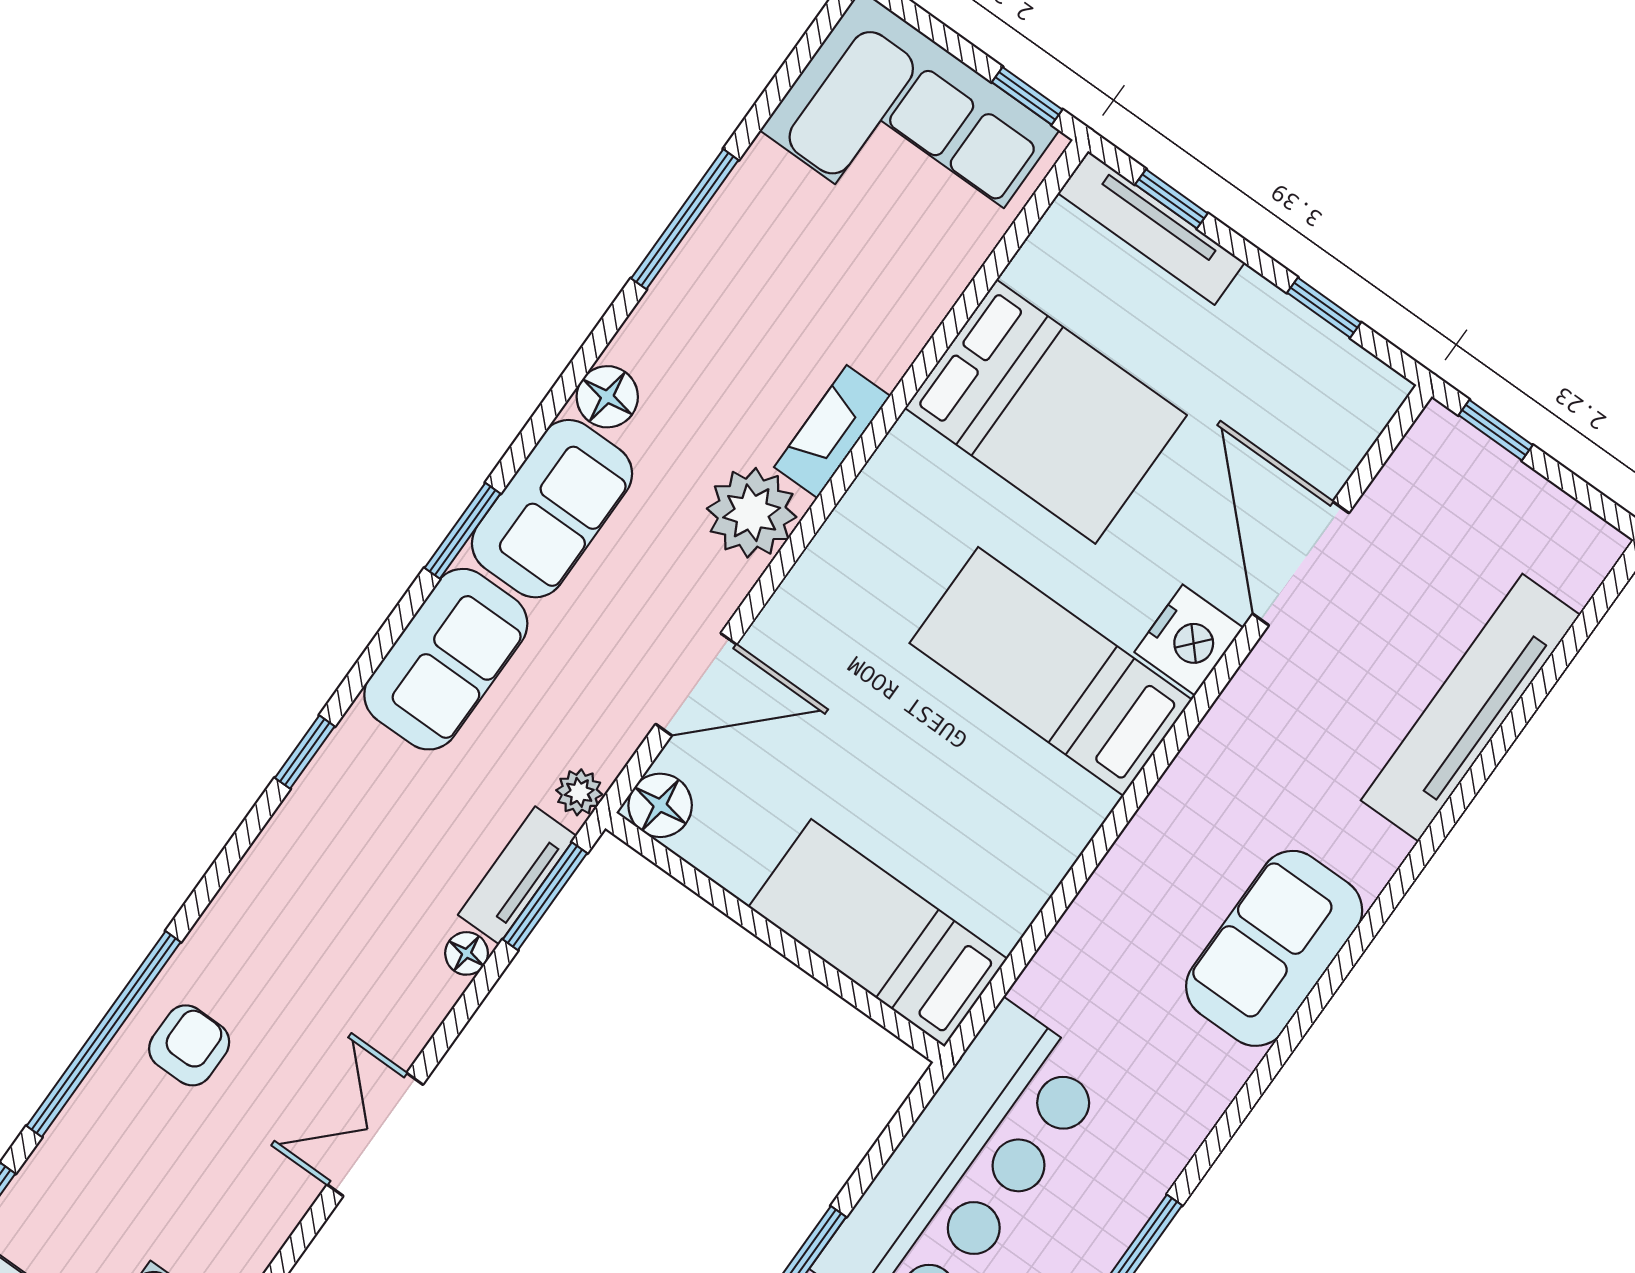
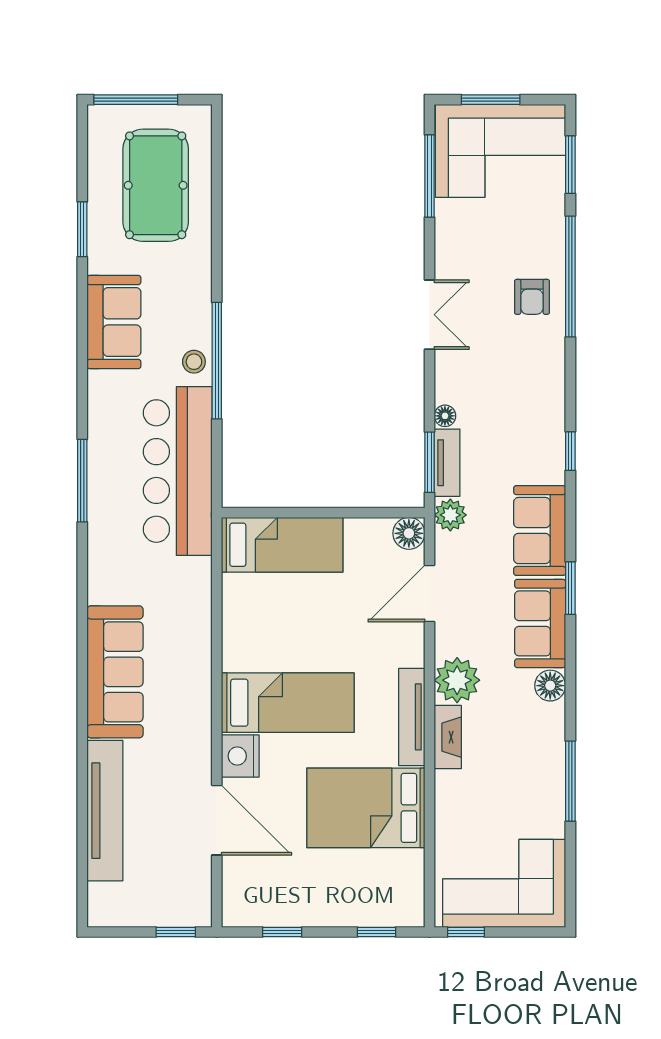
tv unit: (1151, 228) -> (412, 717), moved, turned -90
plant: (579, 792) -> (450, 515), width x1.38, depth x1.38
sofa: (1274, 948) -> (115, 672), width x1.36

